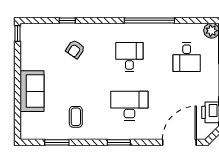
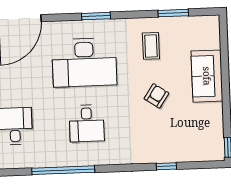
armchair: (75, 49) -> (156, 96), moved
desk: (129, 106) -> (84, 62), width x1.36, depth x1.30

